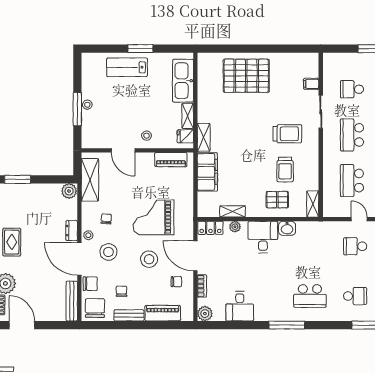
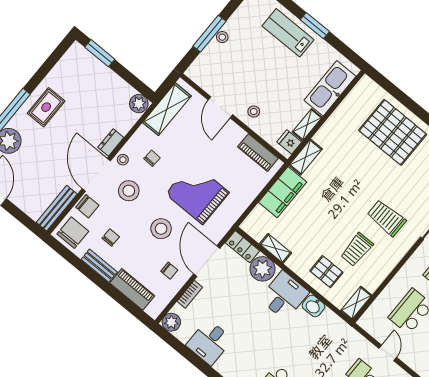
trolley: (287, 134) -> (387, 218), turned 180
plant: (235, 227) -> (262, 269), width x1.87, depth x1.87

